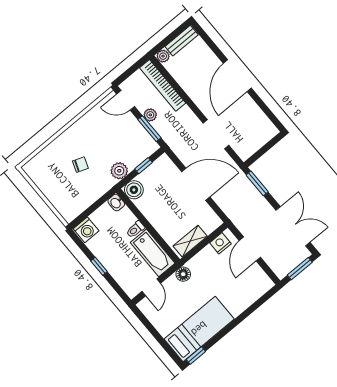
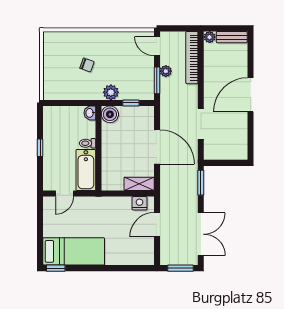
washing machine: (86, 230) -> (52, 114), removed
shelving: (190, 241) -> (139, 184), moved
floor lamp: (183, 274) -> (95, 203), removed

